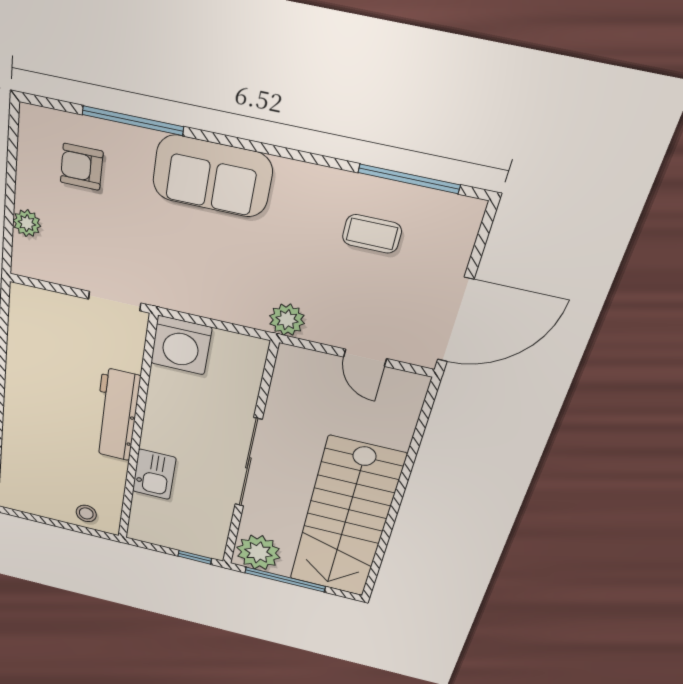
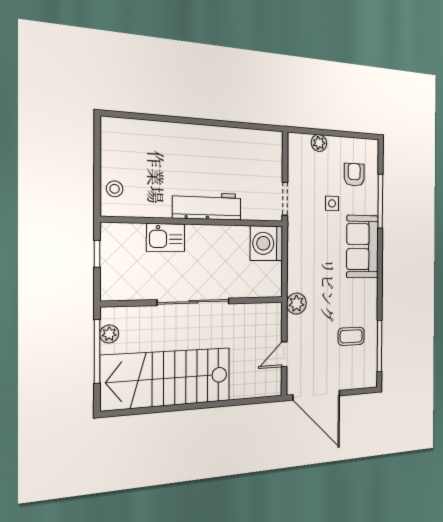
side table: (129, 221) -> (332, 203), added
coffee table: (372, 234) -> (351, 336), turned 90
plant: (258, 552) -> (109, 334), width x0.53, depth x0.53
window: (195, 557) -> (97, 254), moved

